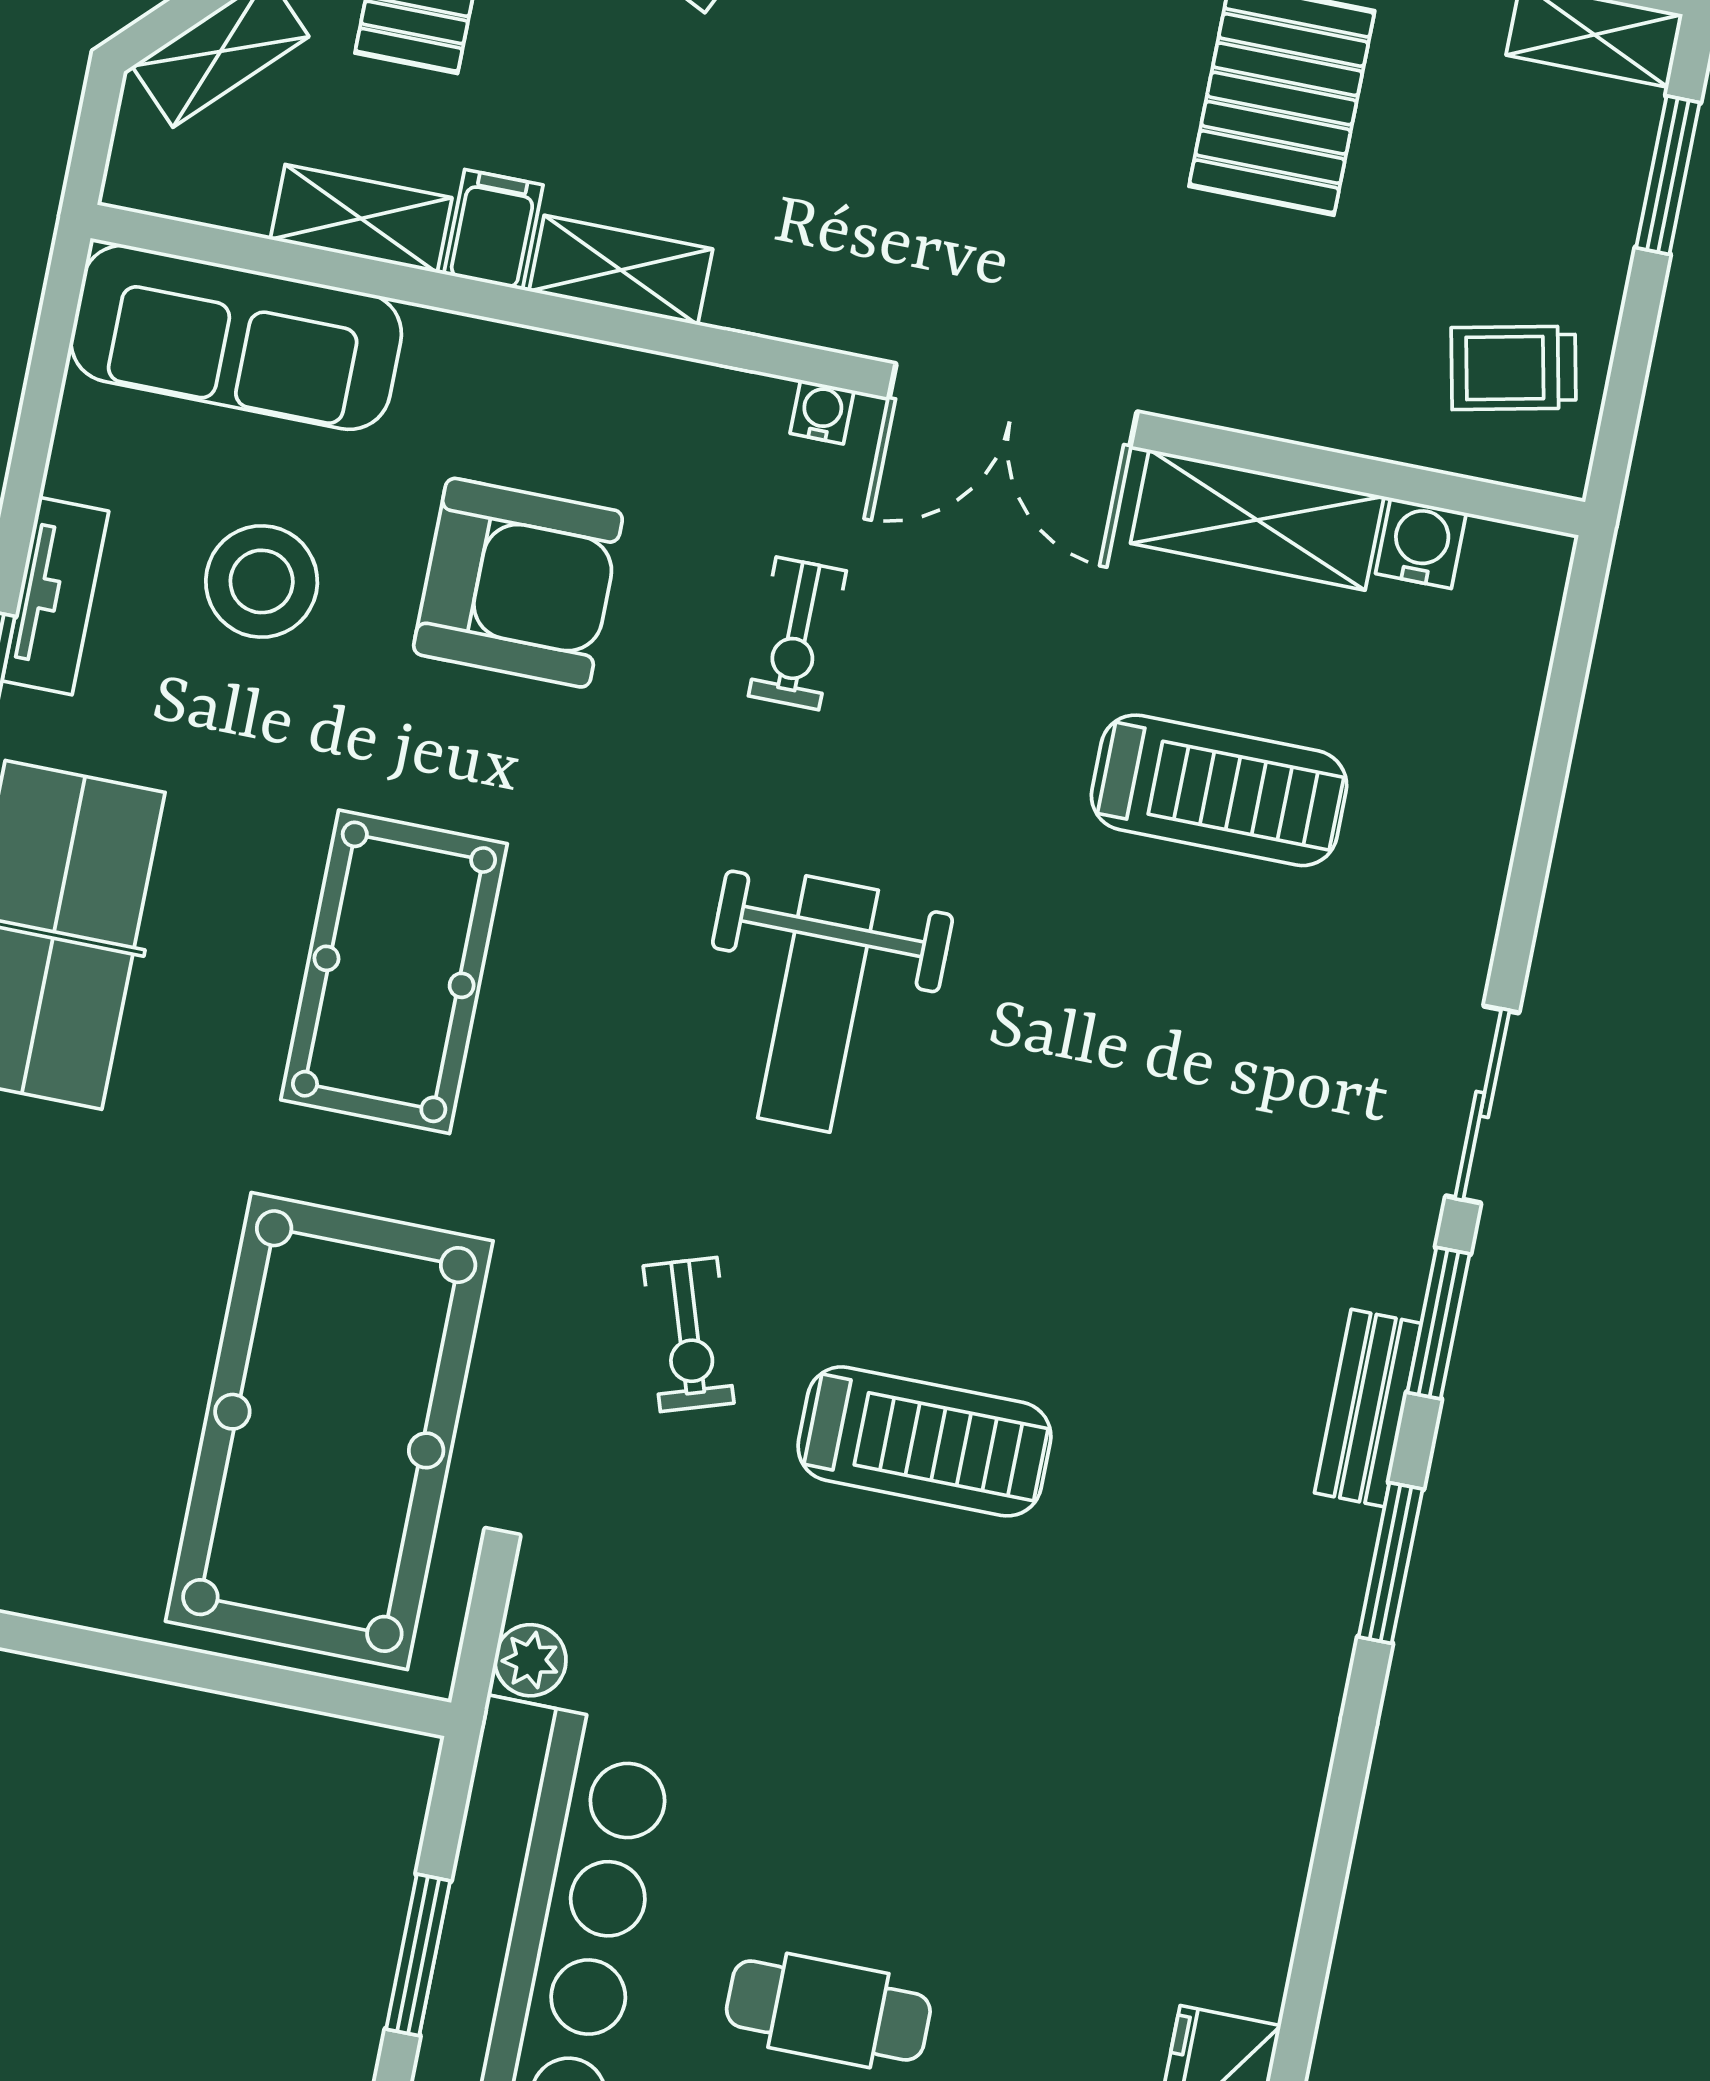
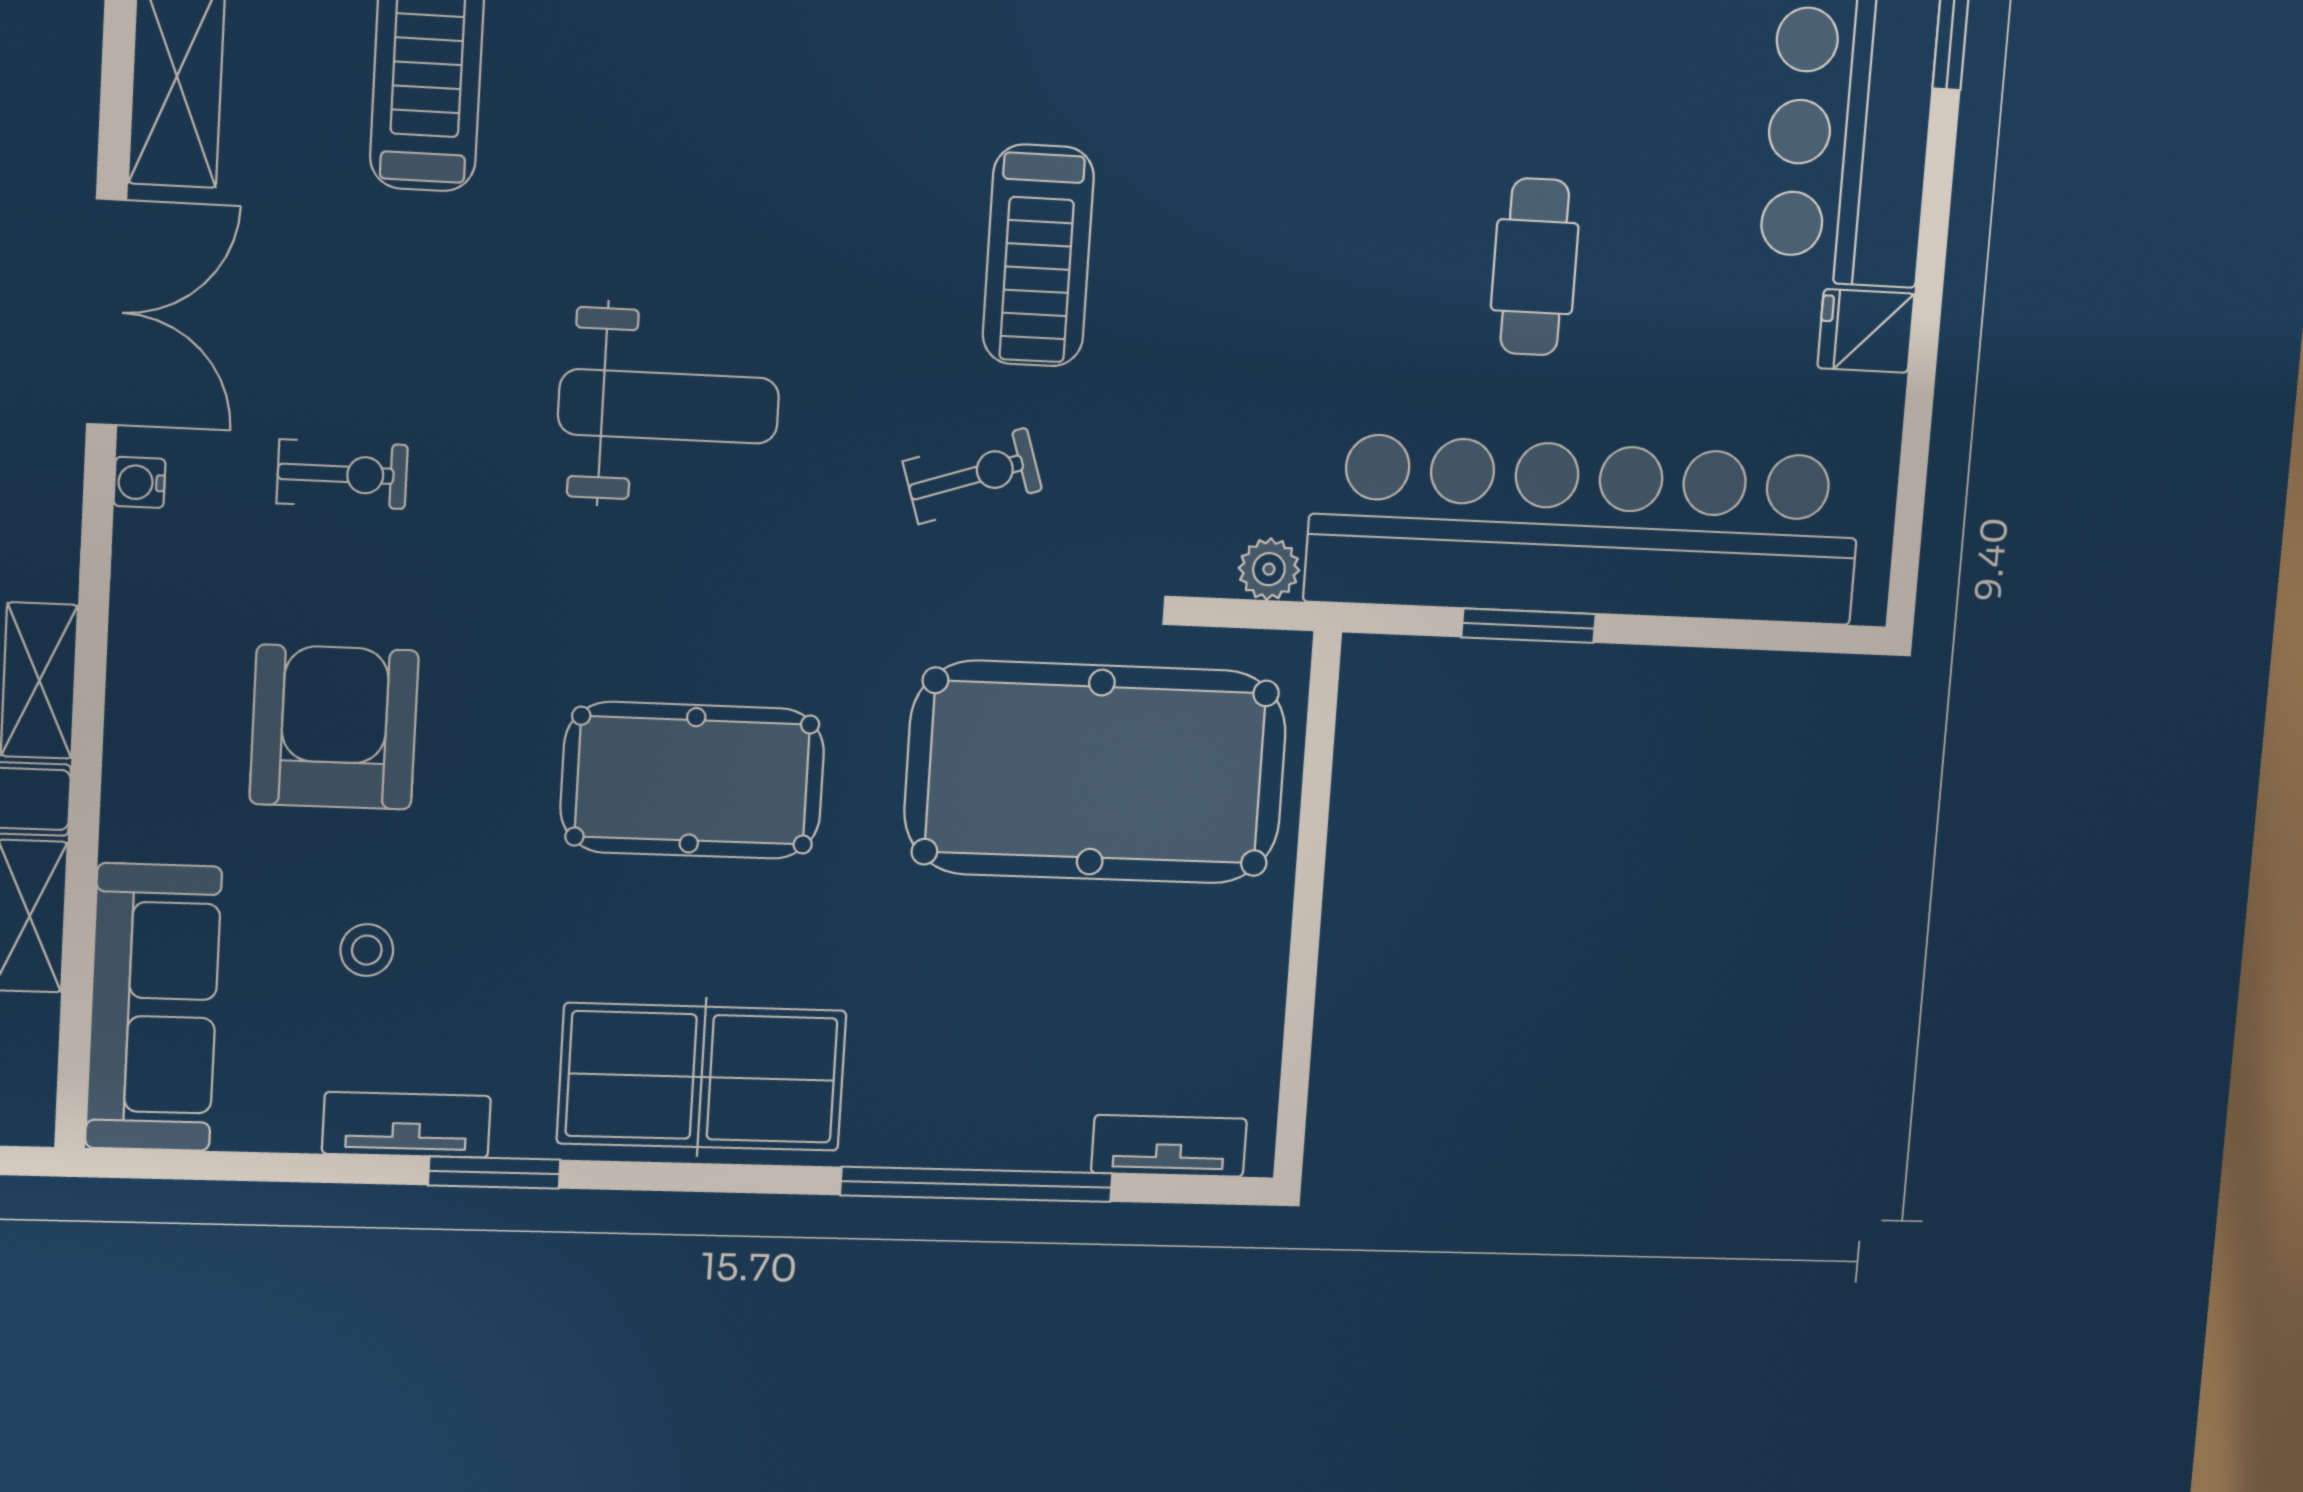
stool: (262, 581) -> (367, 950), width x0.53, depth x0.53
treadmill: (924, 1441) -> (1038, 256), turned 180

